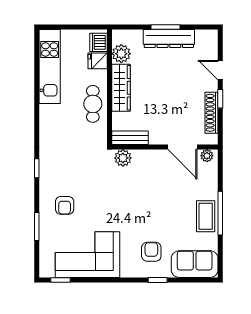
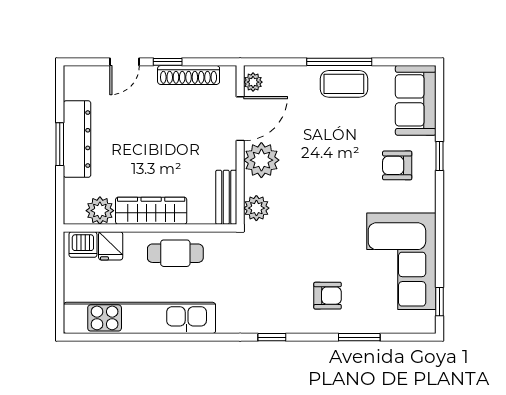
kitchen unit: (50, 67) -> (139, 318), width x1.36
plant: (155, 161) -> (261, 160), added

